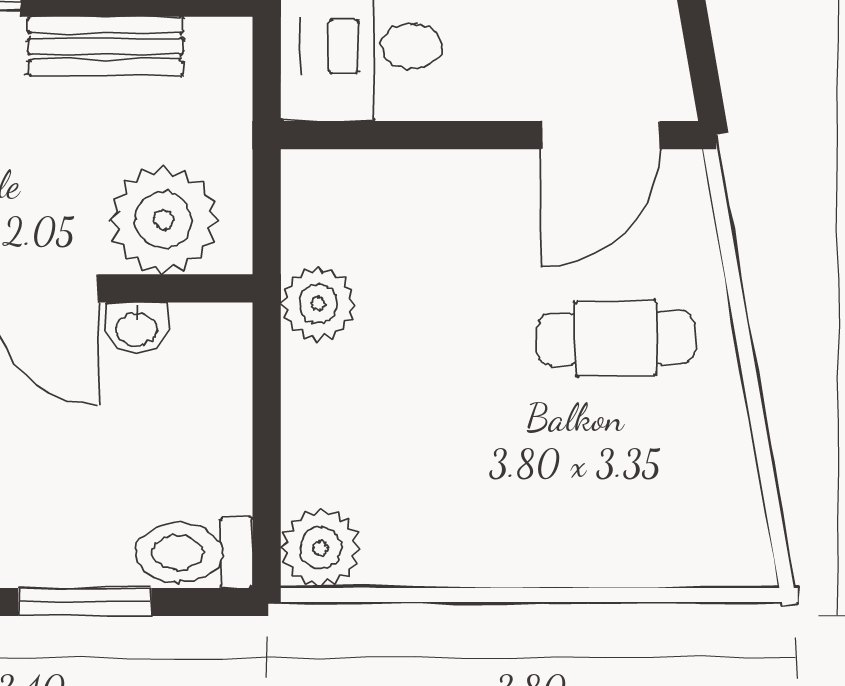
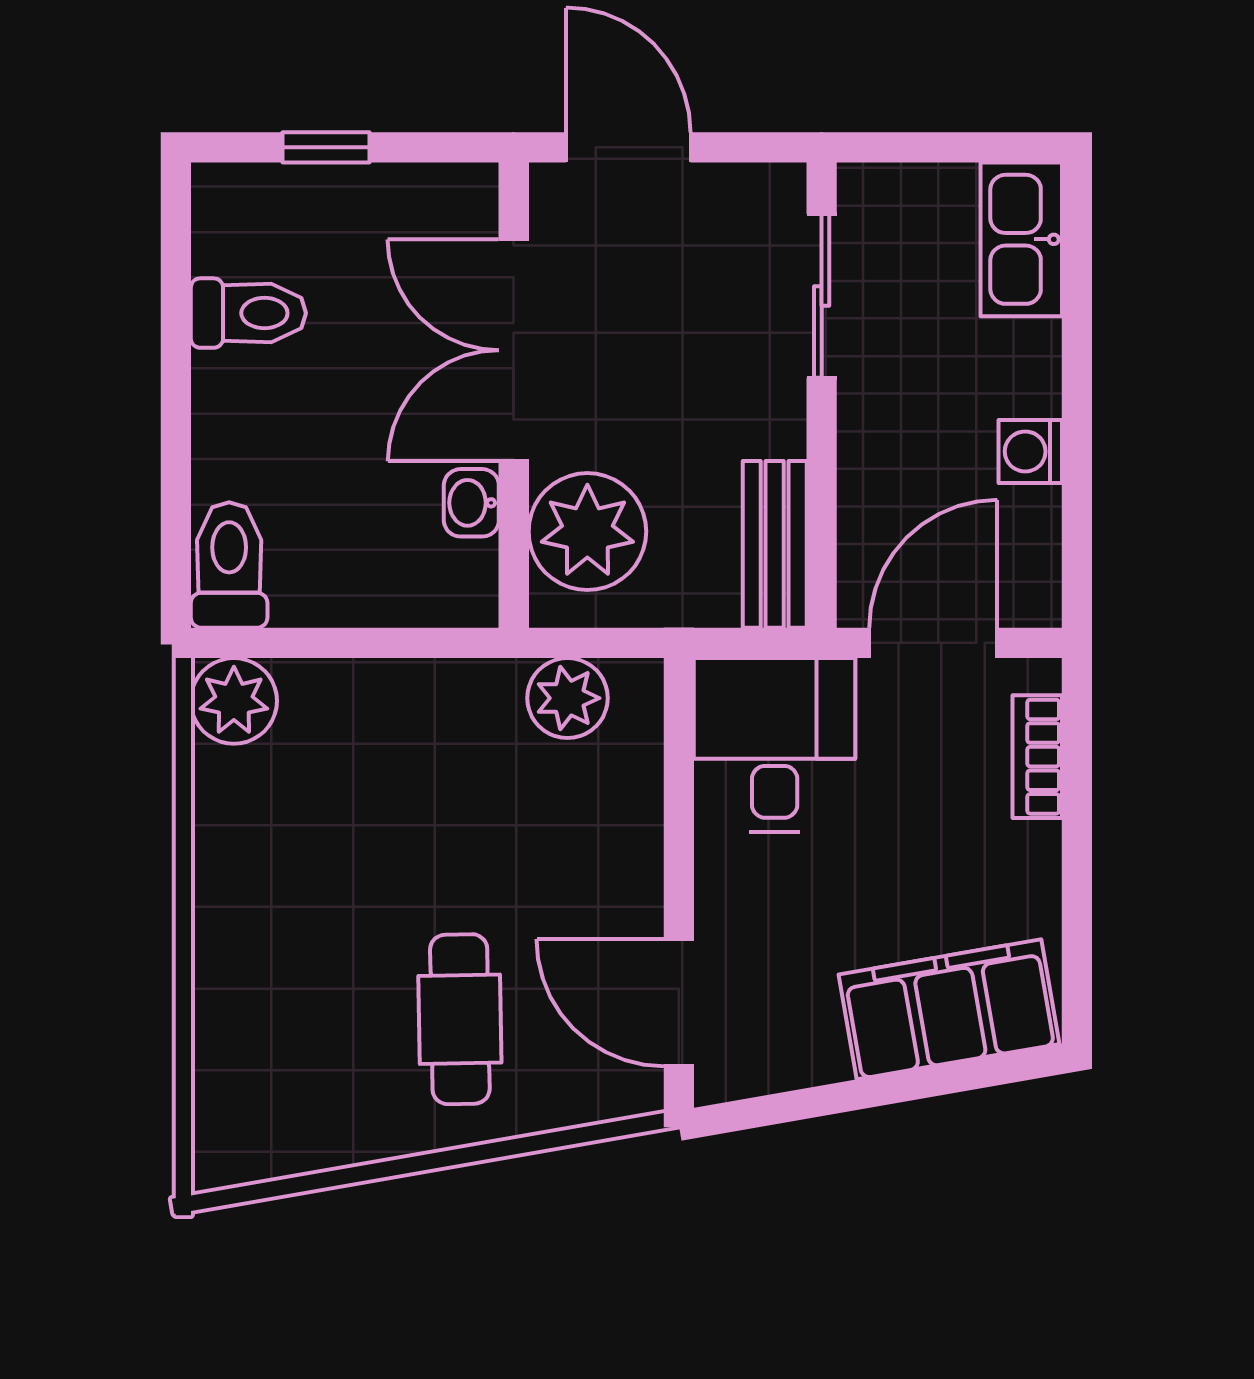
bench: (105, 46) -> (775, 544), moved
plant: (318, 304) -> (567, 698), moved
window: (85, 602) -> (176, 447), removed

